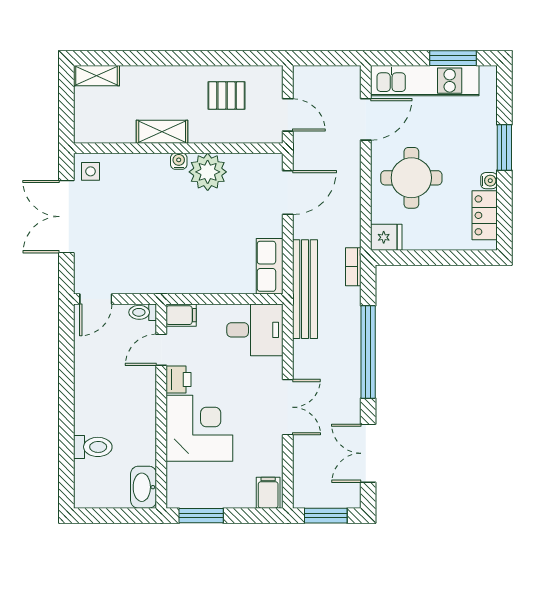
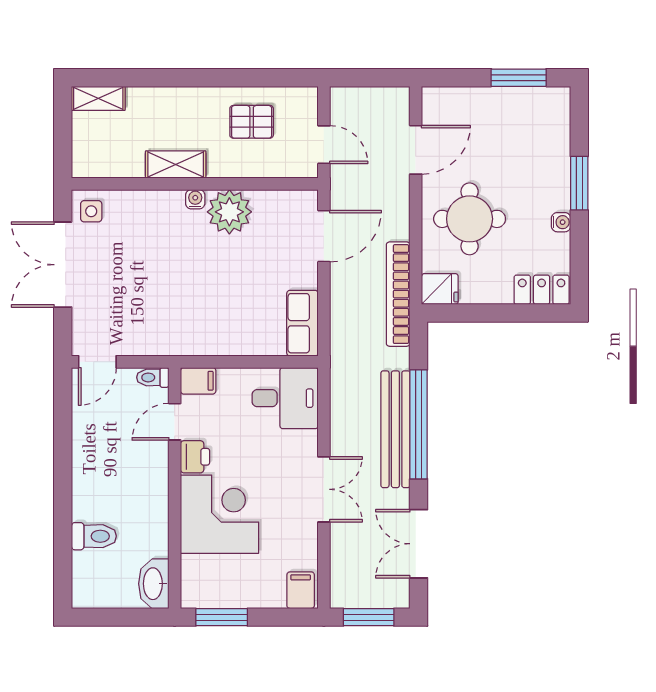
kitchen unit: (425, 81) -> (485, 104), removed
locker: (485, 215) -> (542, 290), moved, turned 90
bookcase: (353, 267) -> (398, 294), width x2.31, depth x1.31
bench: (305, 289) -> (395, 429), moved

